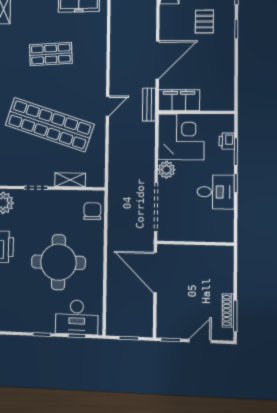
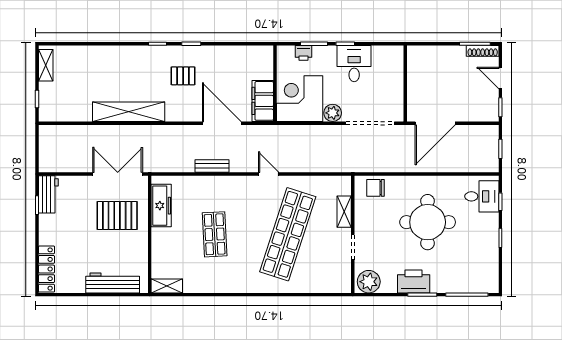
bench: (149, 105) -> (212, 166), moved
shoe rack: (228, 310) -> (483, 51), moved
desk: (77, 317) -> (482, 196), width x0.73

